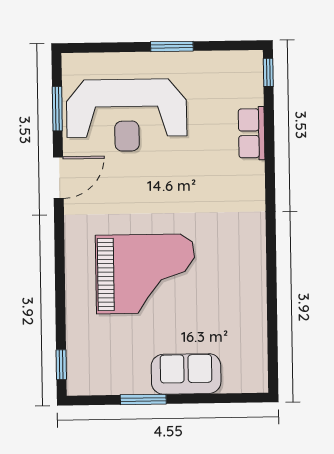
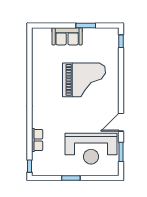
reception desk: (127, 115) -> (91, 149), turned 180
grand piano: (145, 274) -> (84, 80), turned 180

